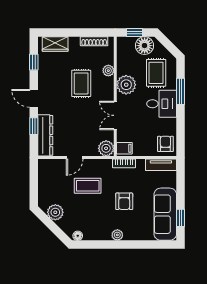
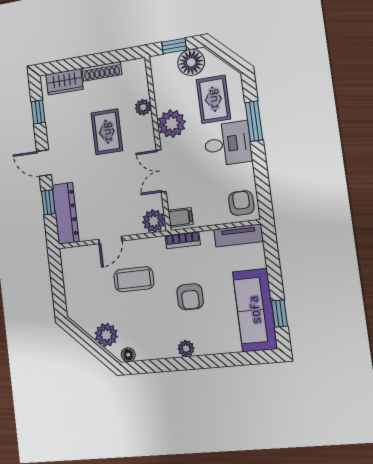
shoe rack: (94, 41) -> (102, 71), moved
plant: (55, 212) -> (106, 335), moved

